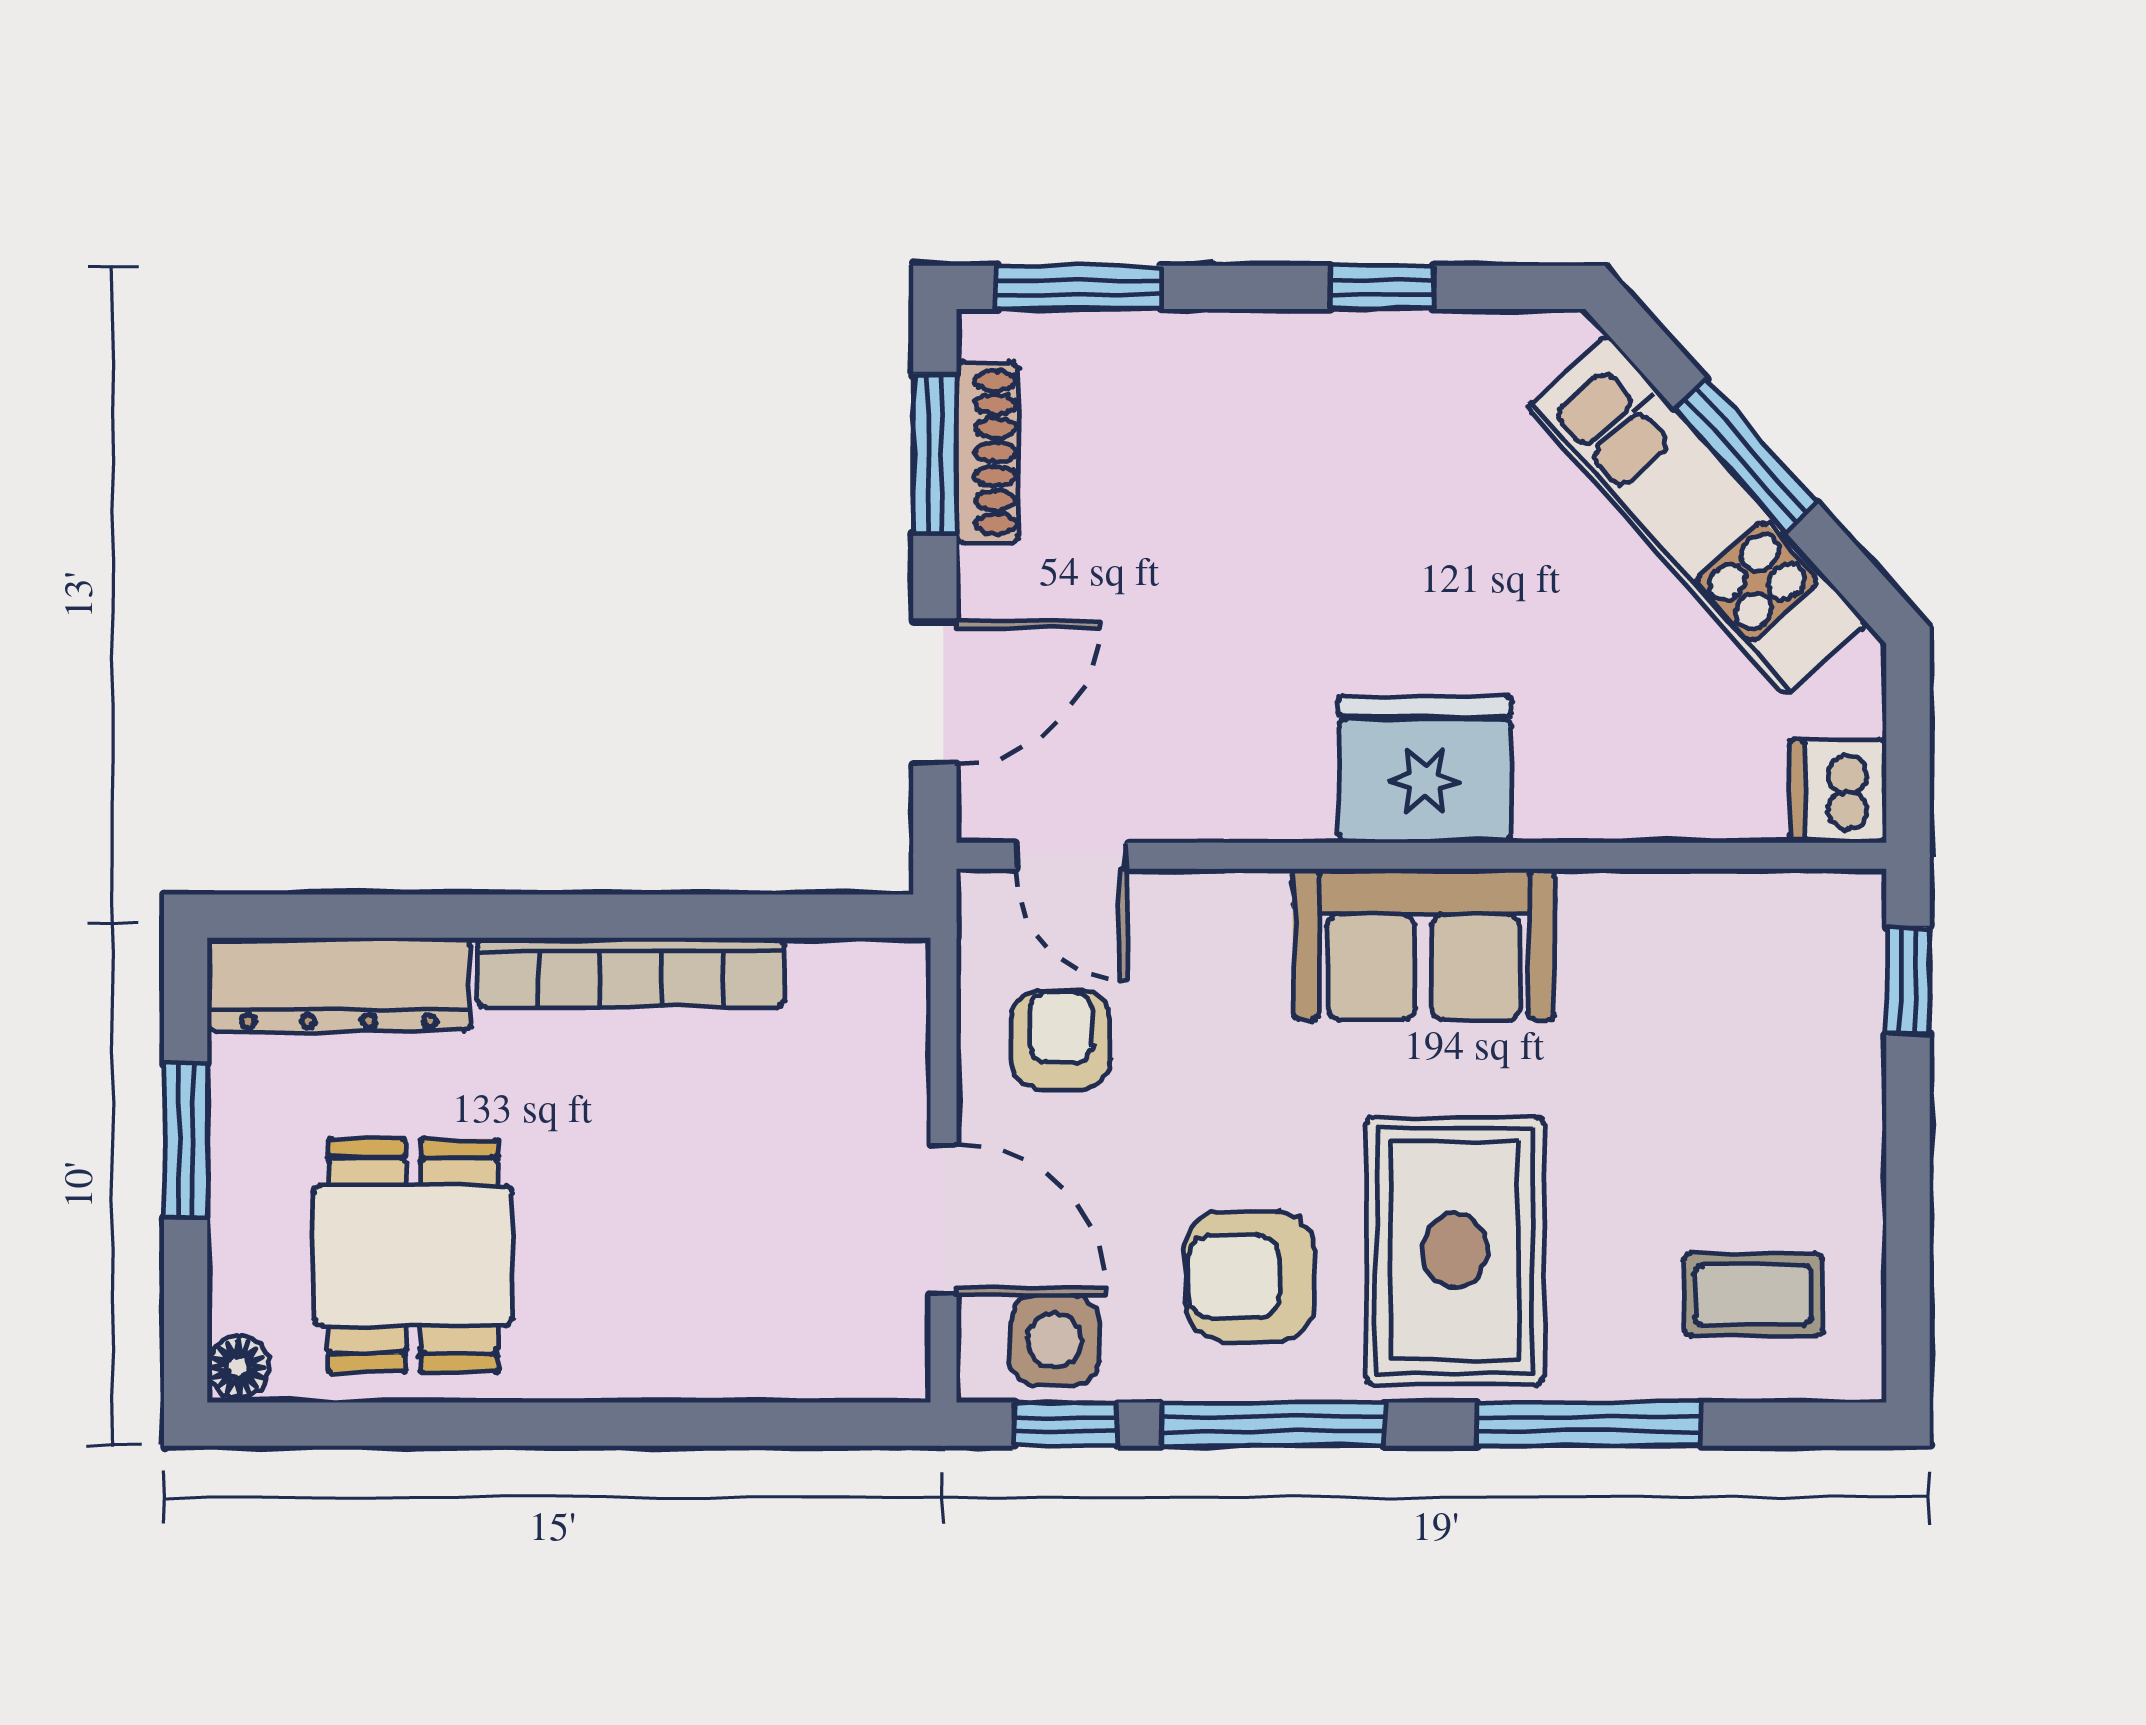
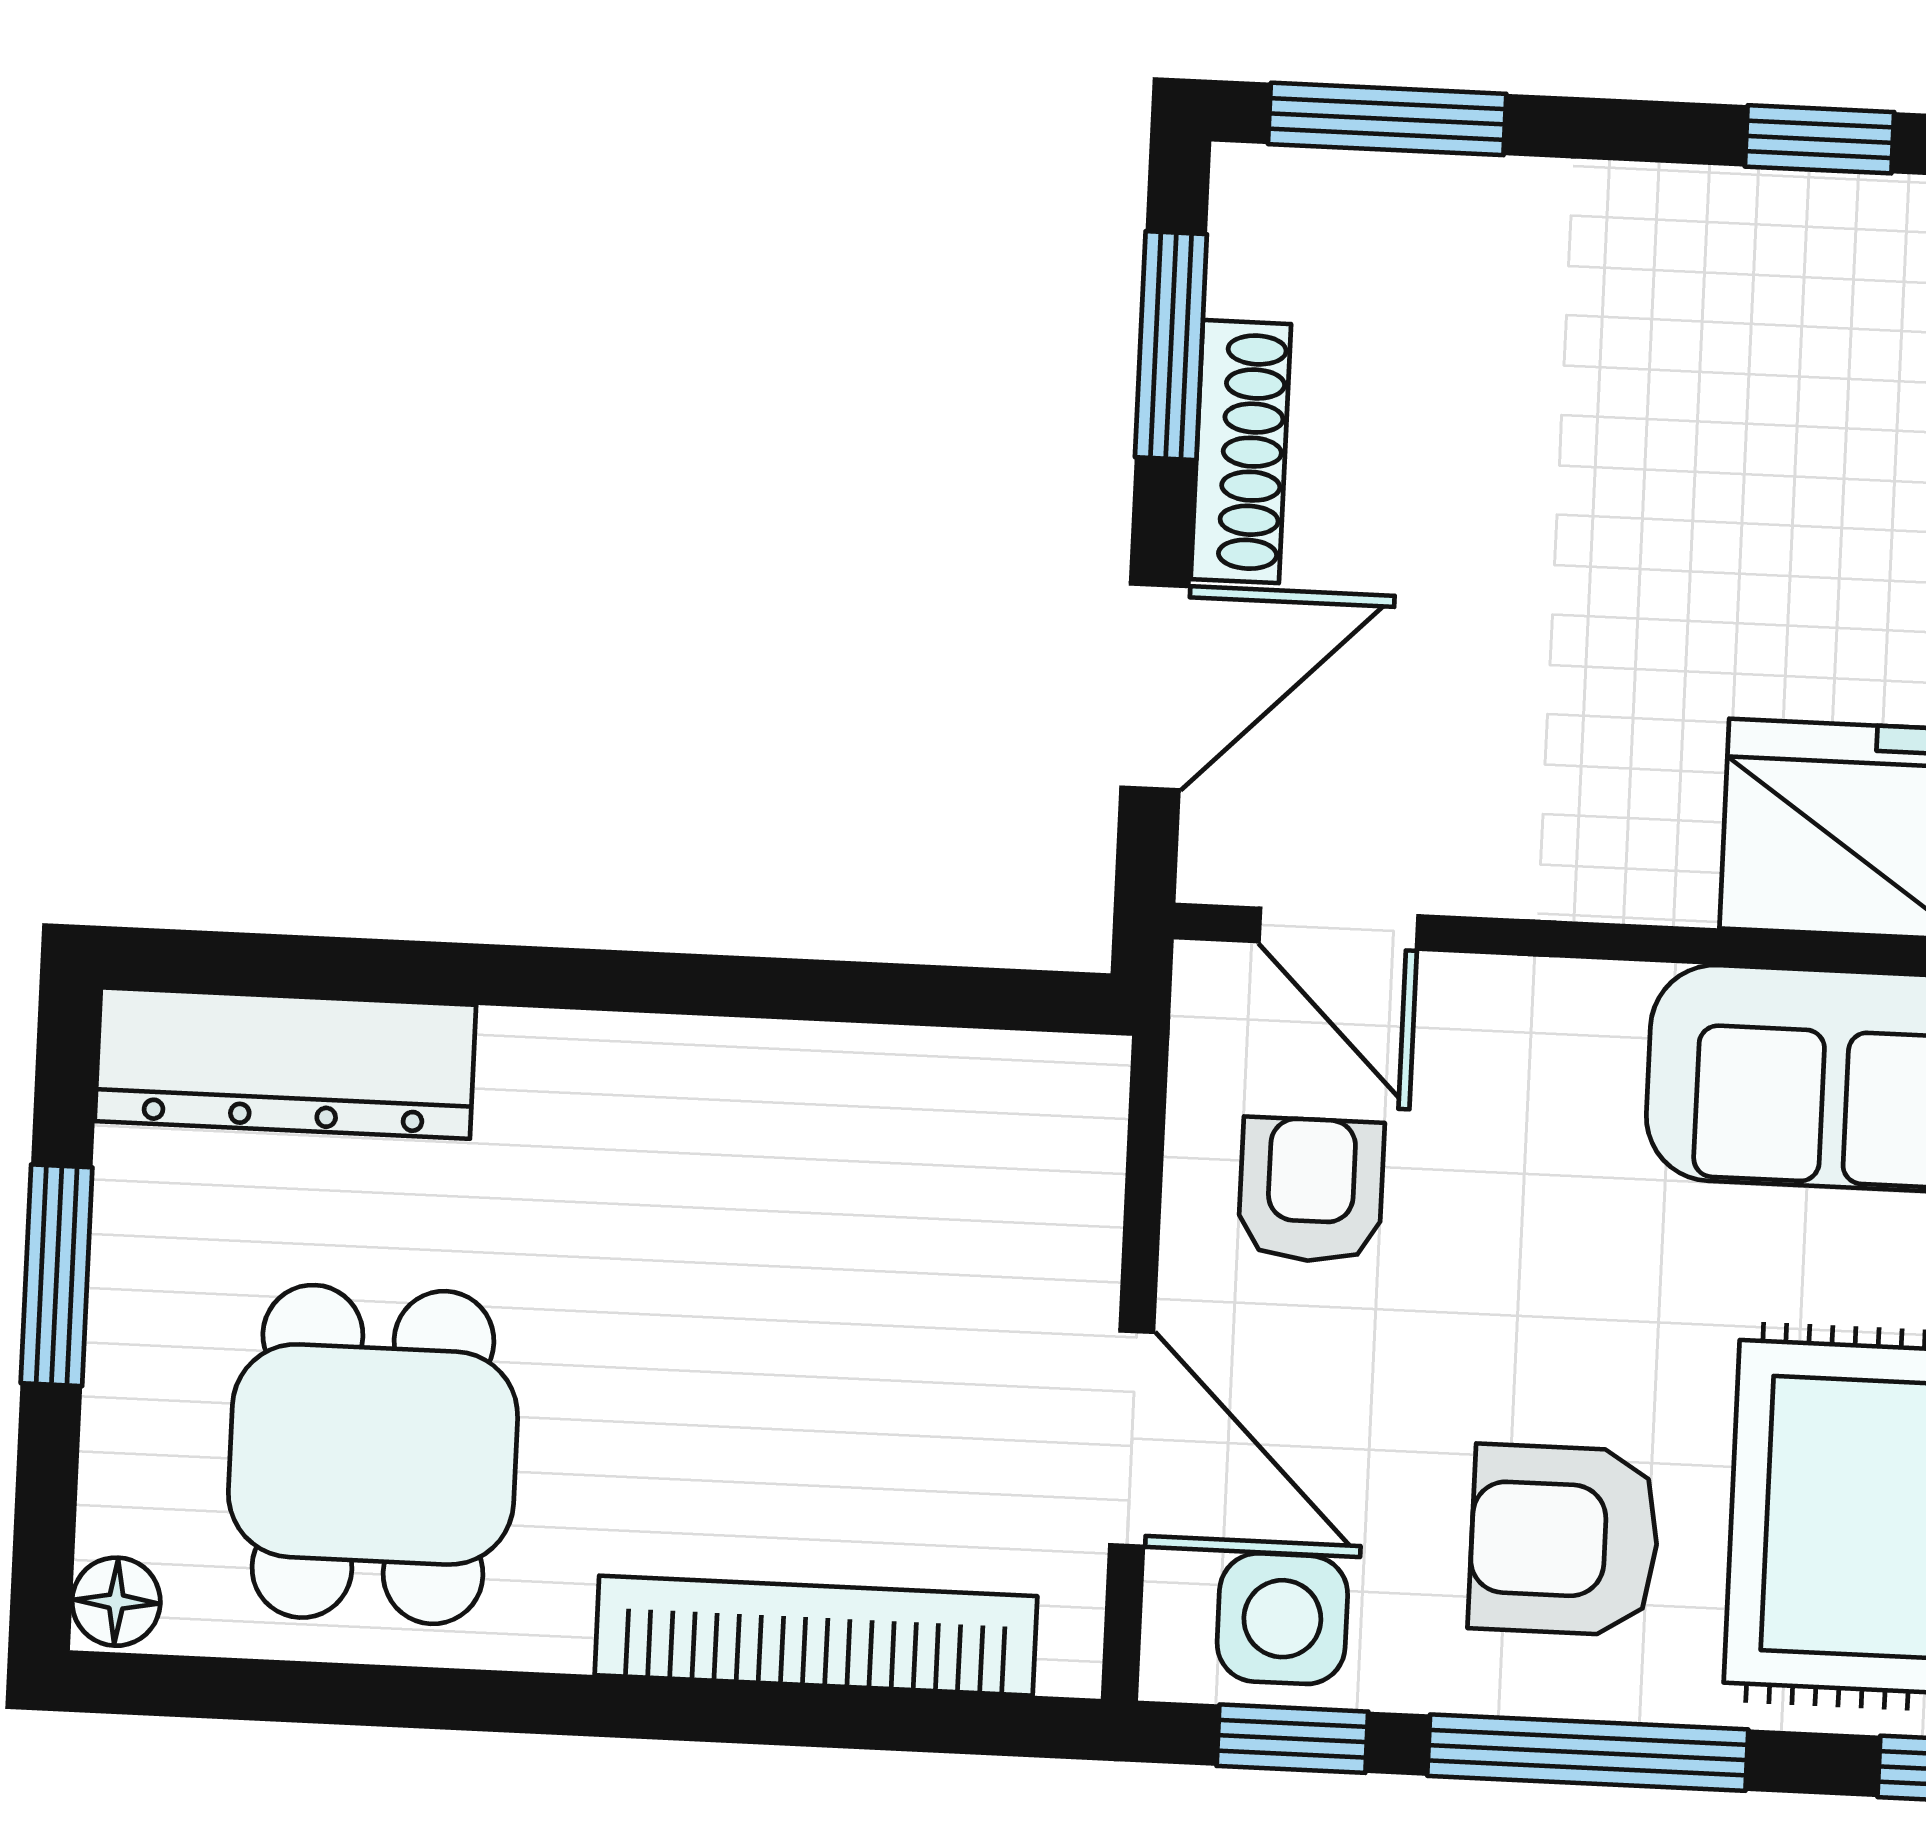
shoe rack: (987, 452) -> (1241, 452), moved
bookcase: (631, 972) -> (816, 1636), moved, turned 180

